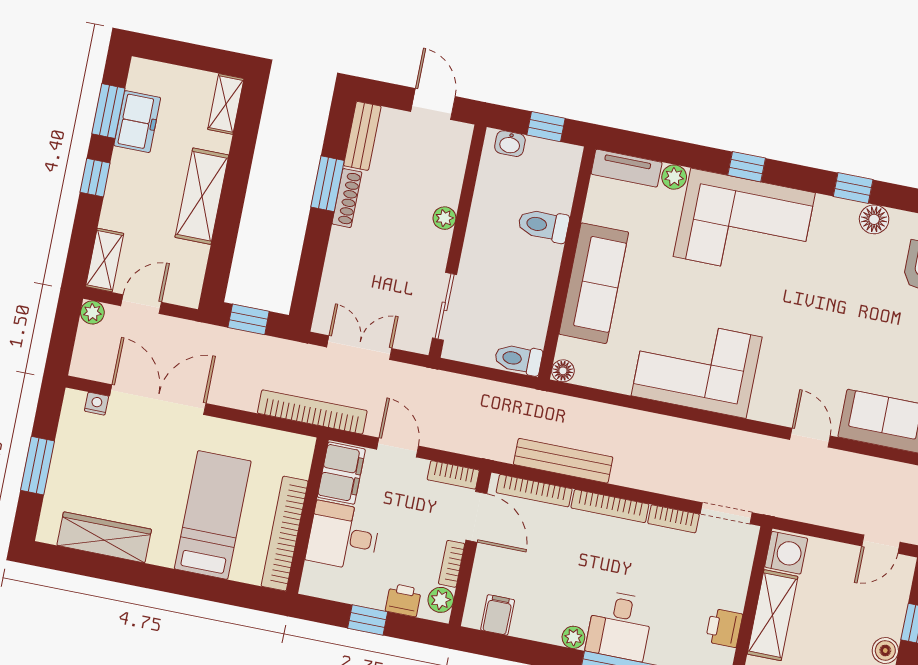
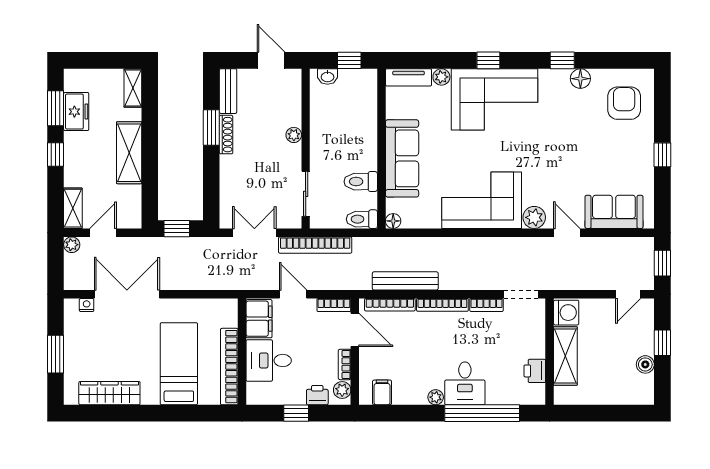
toilet: (543, 225) -> (361, 182), moved
plant: (767, 406) -> (534, 217), added
bookcase: (312, 412) -> (315, 245), moved, turned 180

